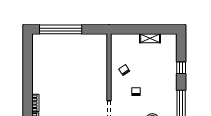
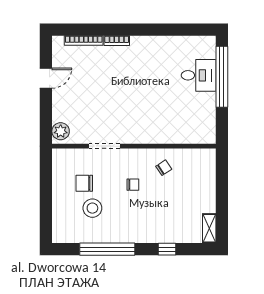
shelving: (150, 38) -> (209, 228), moved
desk: (60, 46) -> (199, 75), added

